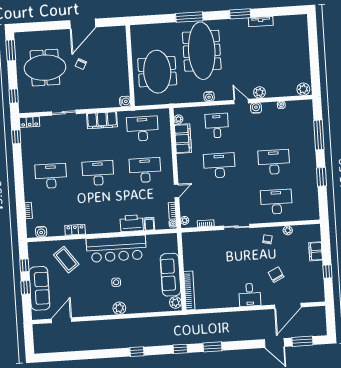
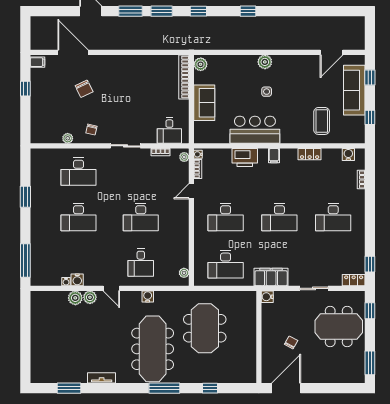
window: (240, 14) -> (69, 388), moved
window: (149, 20) -> (210, 388), added
tv unit: (261, 22) -> (102, 378), moved
wall: (130, 66) -> (259, 337), moved
meeting table: (45, 68) -> (339, 327), moved
plant: (303, 89) -> (75, 298), moved
water cooler: (125, 101) -> (267, 297), moved
water cooler: (256, 108) -> (77, 280), moved
window: (319, 135) -> (25, 260), moved
filing cabinet: (183, 139) -> (180, 250), removed
filing cabinet: (149, 224) -> (274, 156), moved
bar counter: (116, 249) -> (255, 130), width x0.73
filing cabinet: (316, 251) -> (37, 62), moved, width x0.50
coffee table: (66, 260) -> (322, 121), turned 36
sofa: (170, 275) -> (204, 103), width x0.73
window: (26, 287) -> (370, 78), moved
desk: (250, 295) -> (169, 131), moved, turned 180
door: (288, 306) -> (73, 52), hinge flipped
window: (302, 341) -> (130, 11), moved

